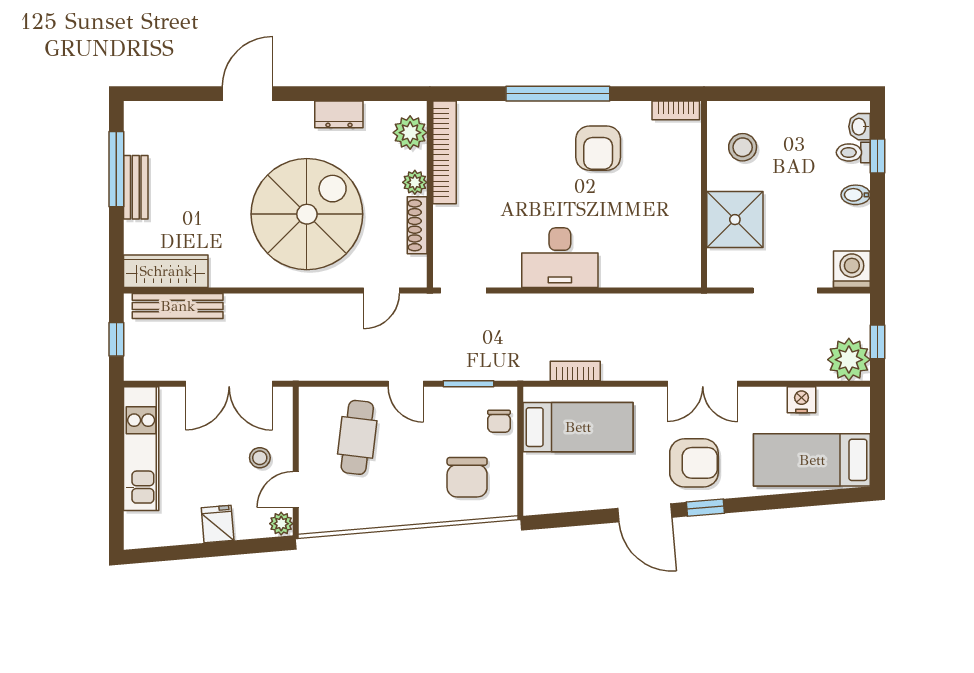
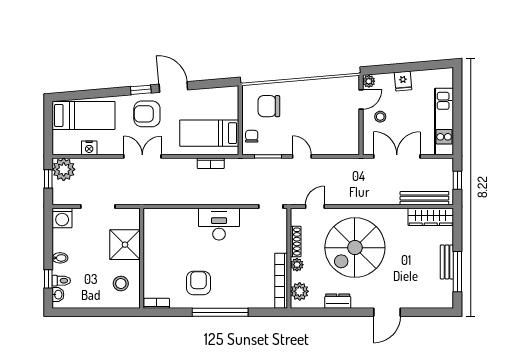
cafe table: (357, 437) -> (328, 128), removed
chair: (467, 477) -> (269, 106), turned -90

